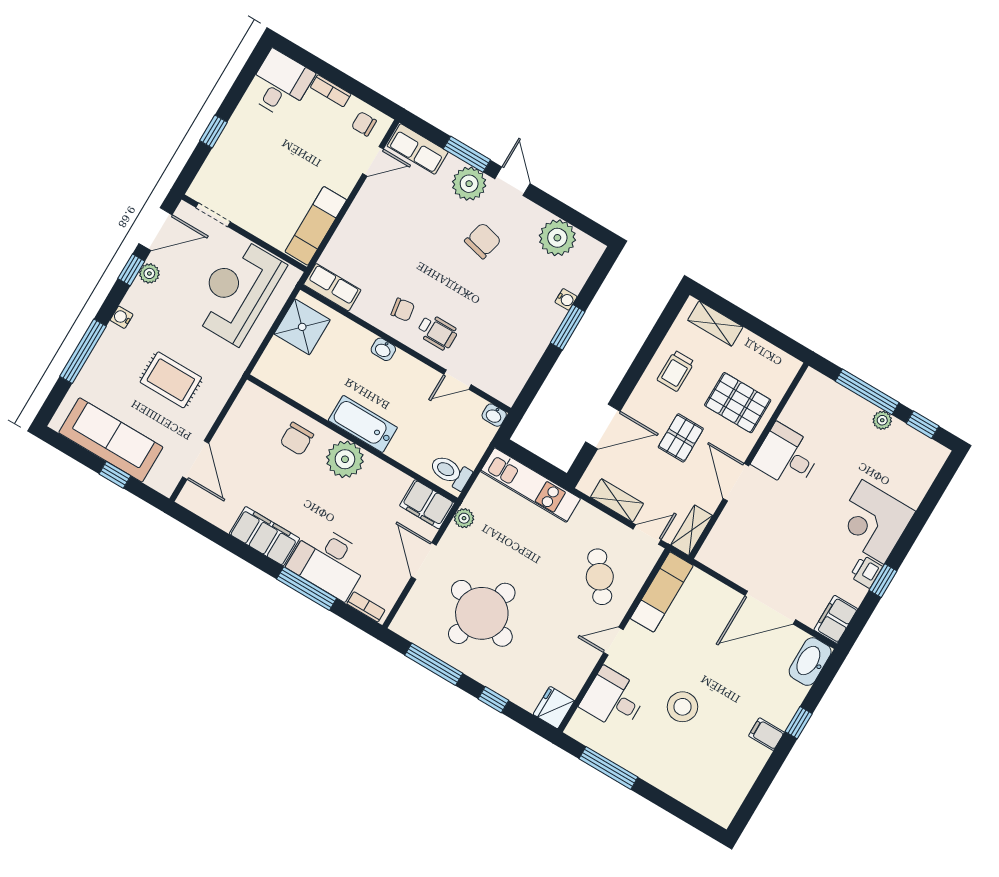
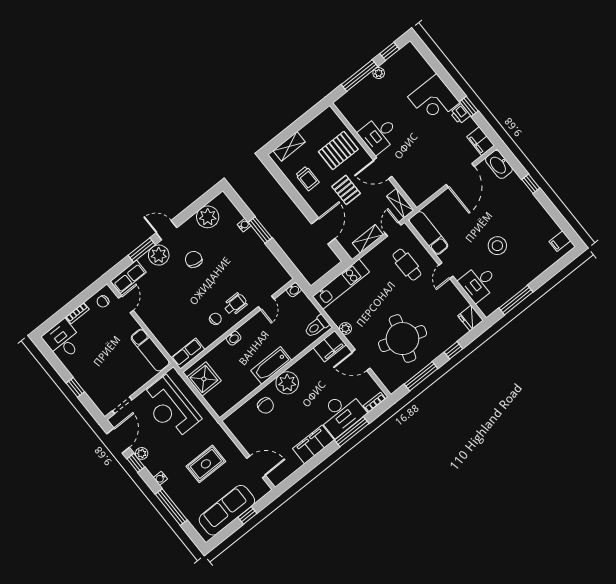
cafe table: (600, 577) -> (407, 265), turned 38
filing cabinet: (766, 734) -> (560, 241), moved

